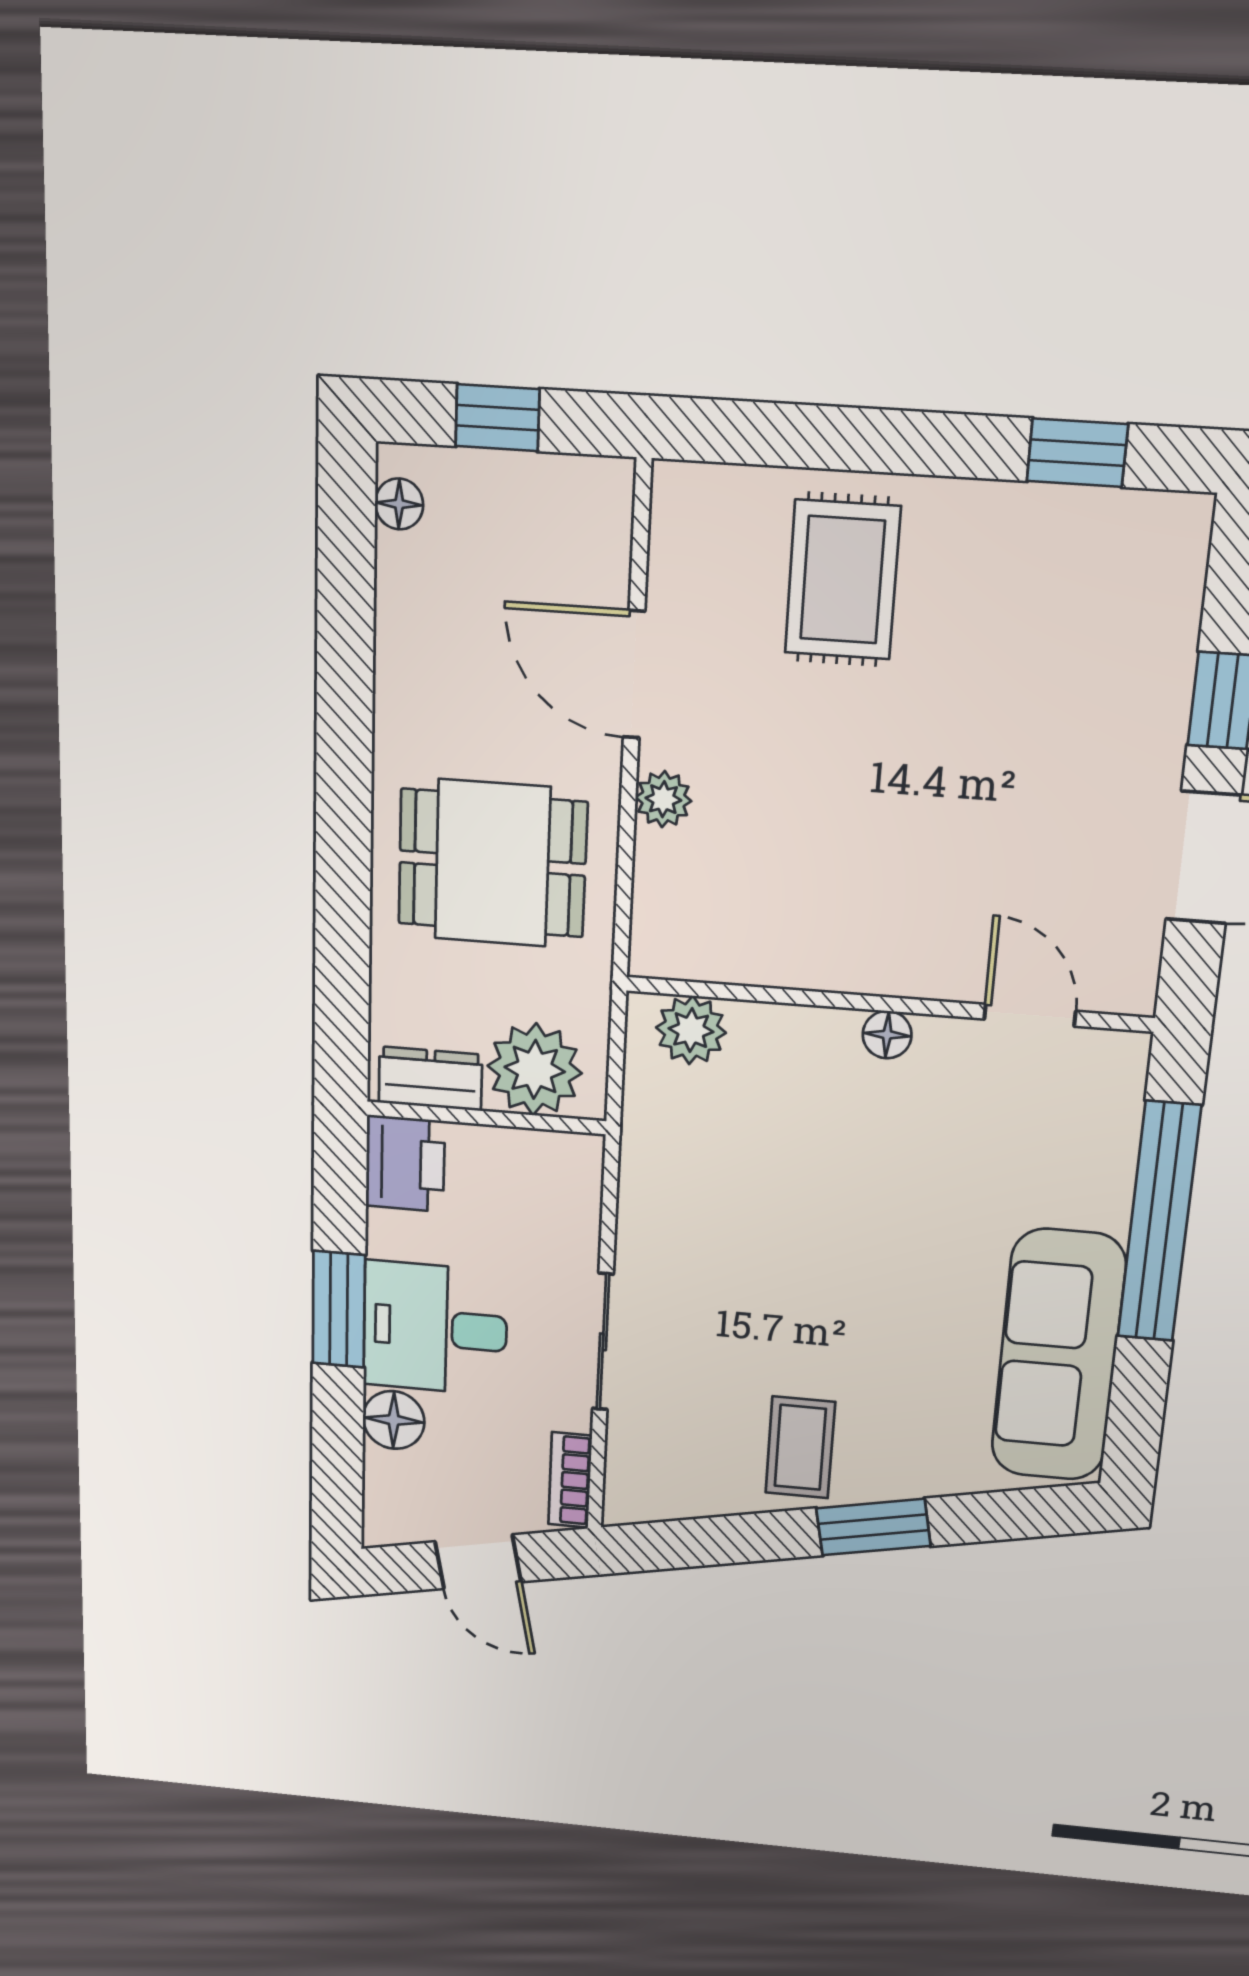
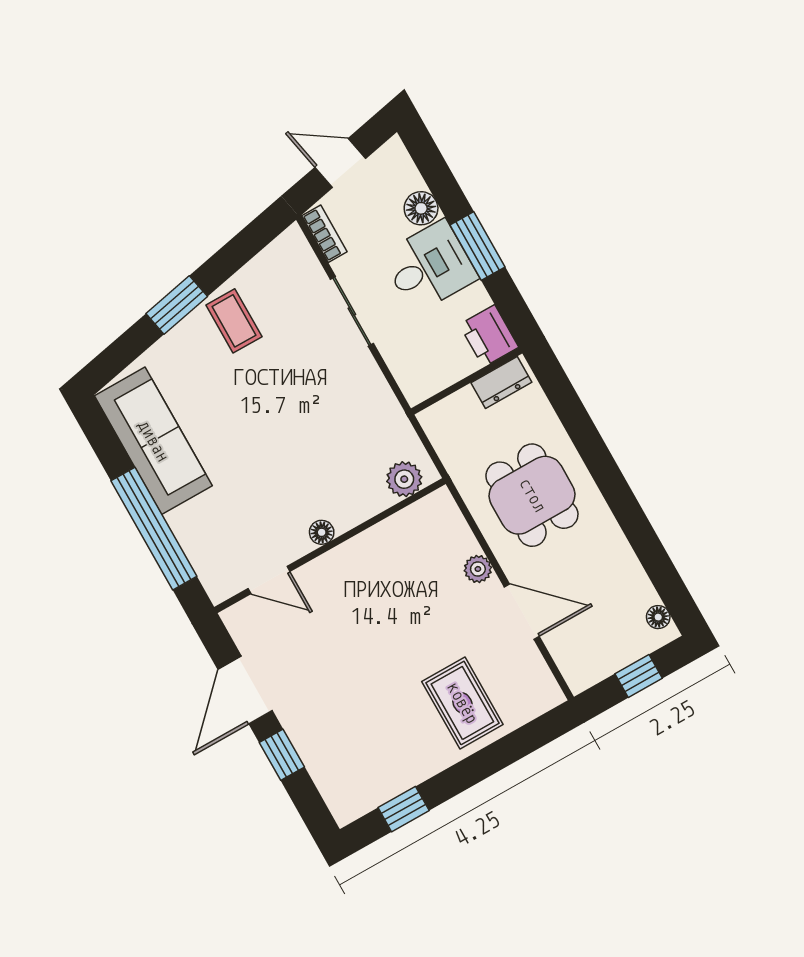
dining table: (492, 863) -> (532, 495), turned 90
plant: (535, 1069) -> (459, 417), removed

